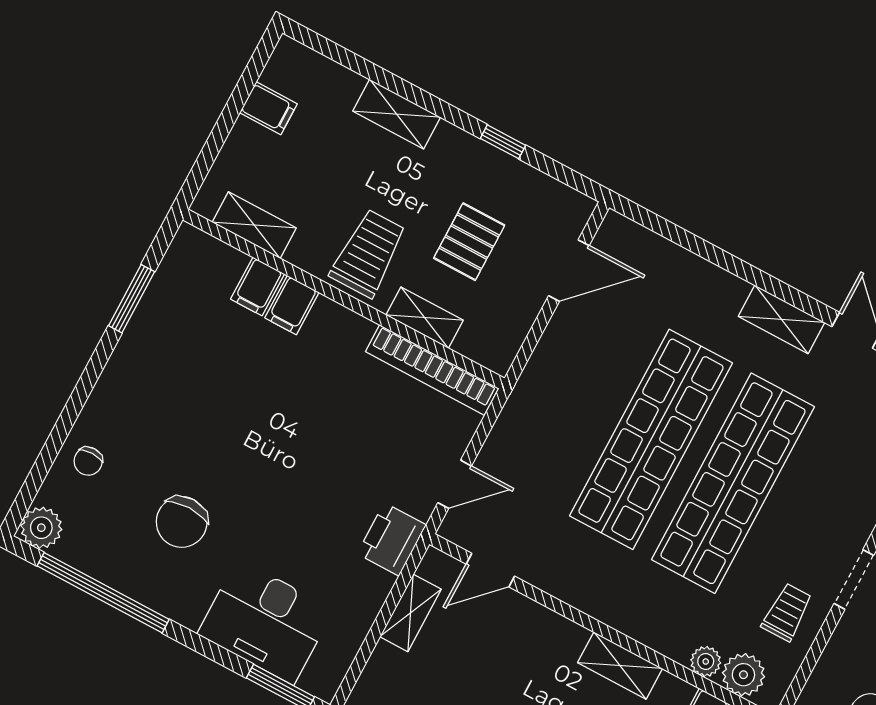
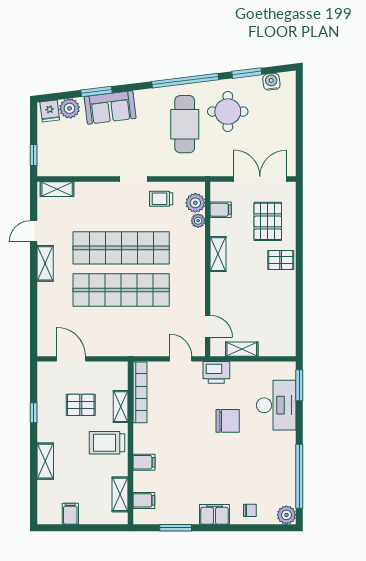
filing cabinet: (258, 286) -> (144, 500), moved
filing cabinet: (117, 388) -> (215, 514), added
chair: (182, 522) -> (228, 421), moved

